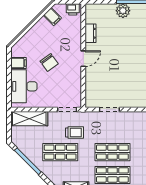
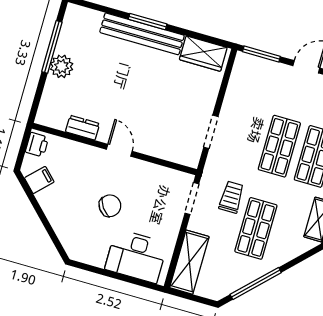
filing cabinet: (18, 63) -> (97, 254), removed

